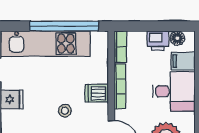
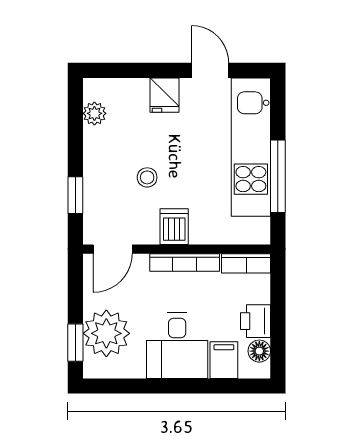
window: (64, 26) -> (278, 176), width x0.68

